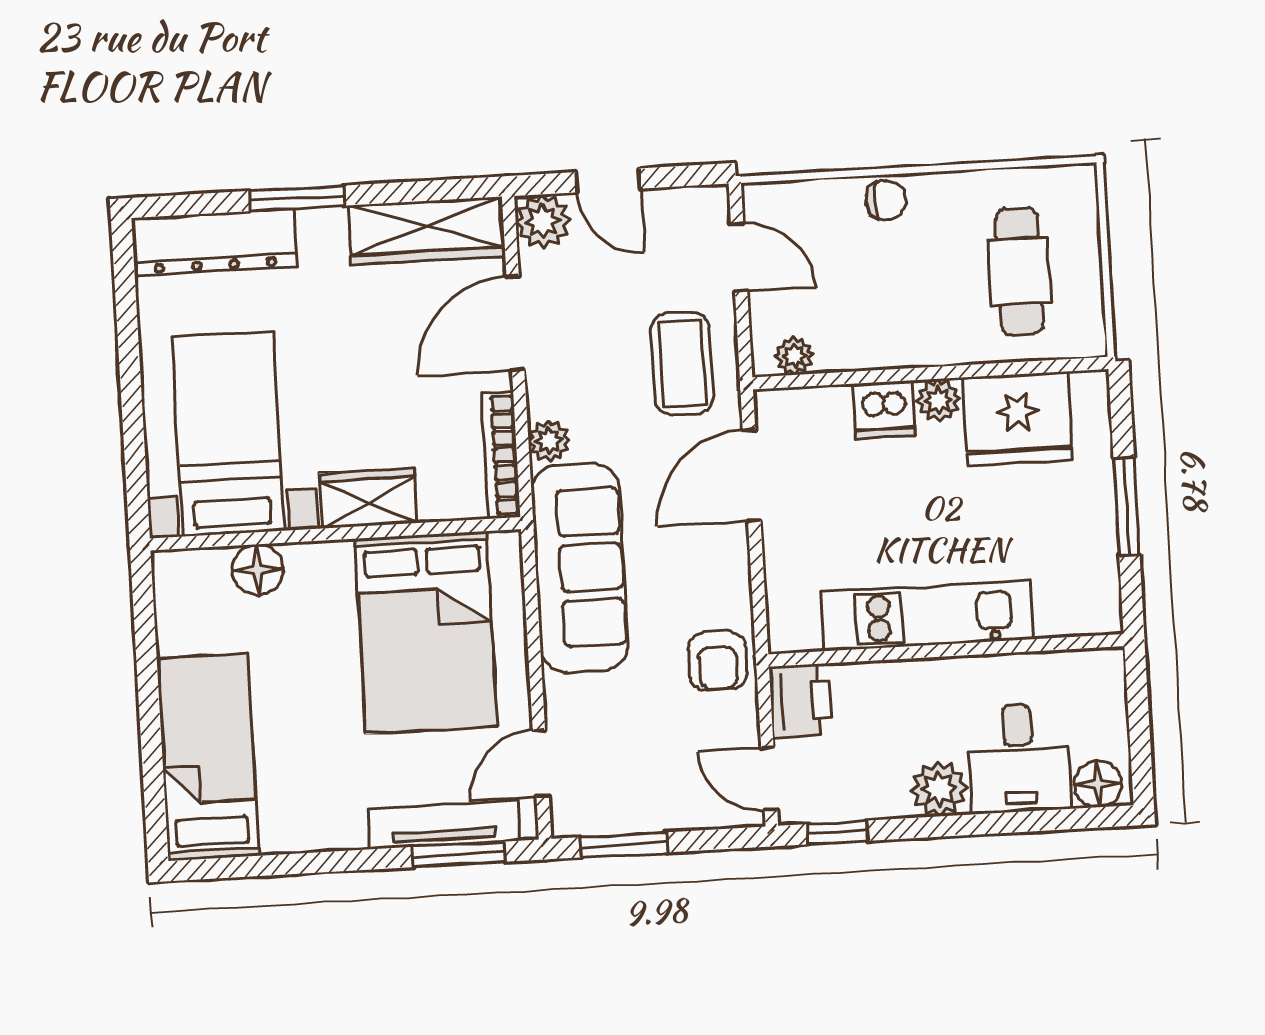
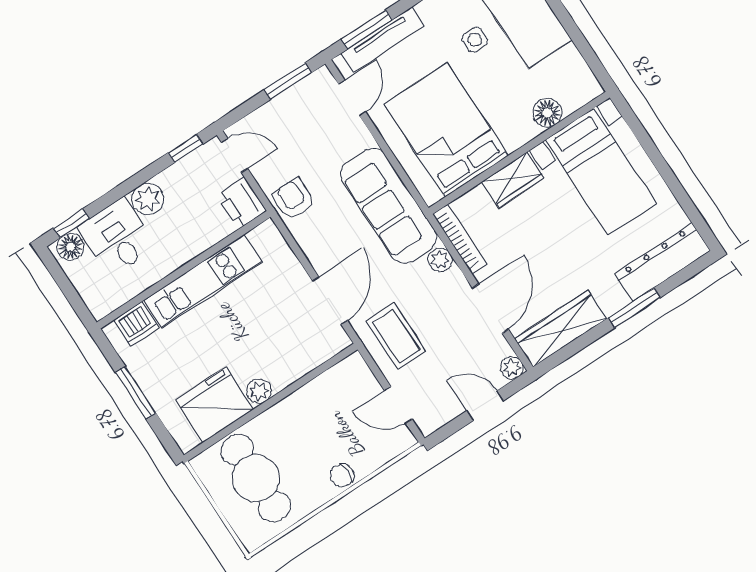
plant: (543, 221) -> (512, 368), width x0.73, depth x0.73
cafe table: (1019, 271) -> (256, 478), width x1.37, depth x1.35
plant: (794, 356) -> (343, 372), removed
dishwasher: (884, 409) -> (136, 324), moved, turned 180
side table: (304, 744) -> (475, 40), added
window: (1076, 819) -> (71, 223), added

